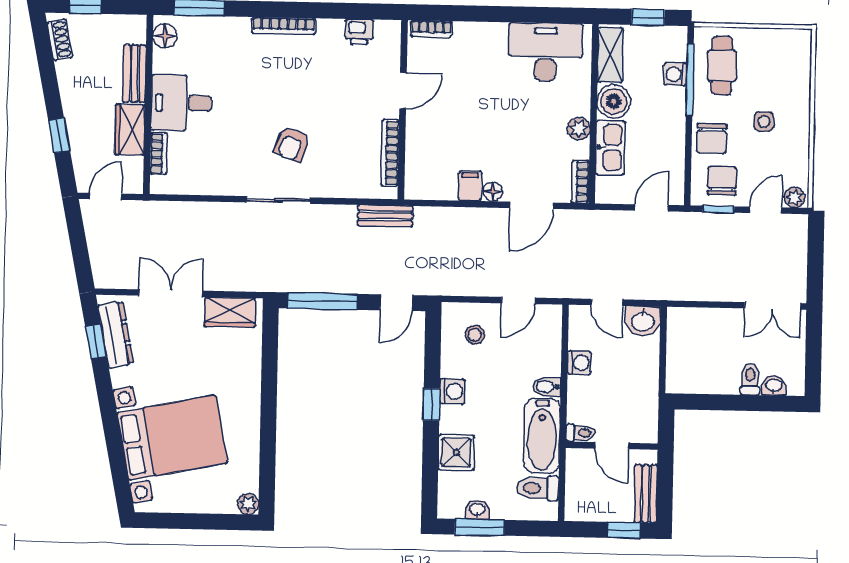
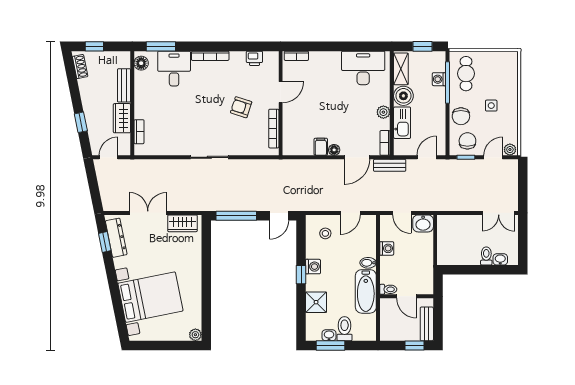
desk: (181, 103) -> (174, 69), moved, turned 90
armchair: (292, 144) -> (241, 107), moved, turned 87
bench: (385, 216) -> (390, 165), moved
toilet: (538, 488) -> (345, 329), moved, turned 90

